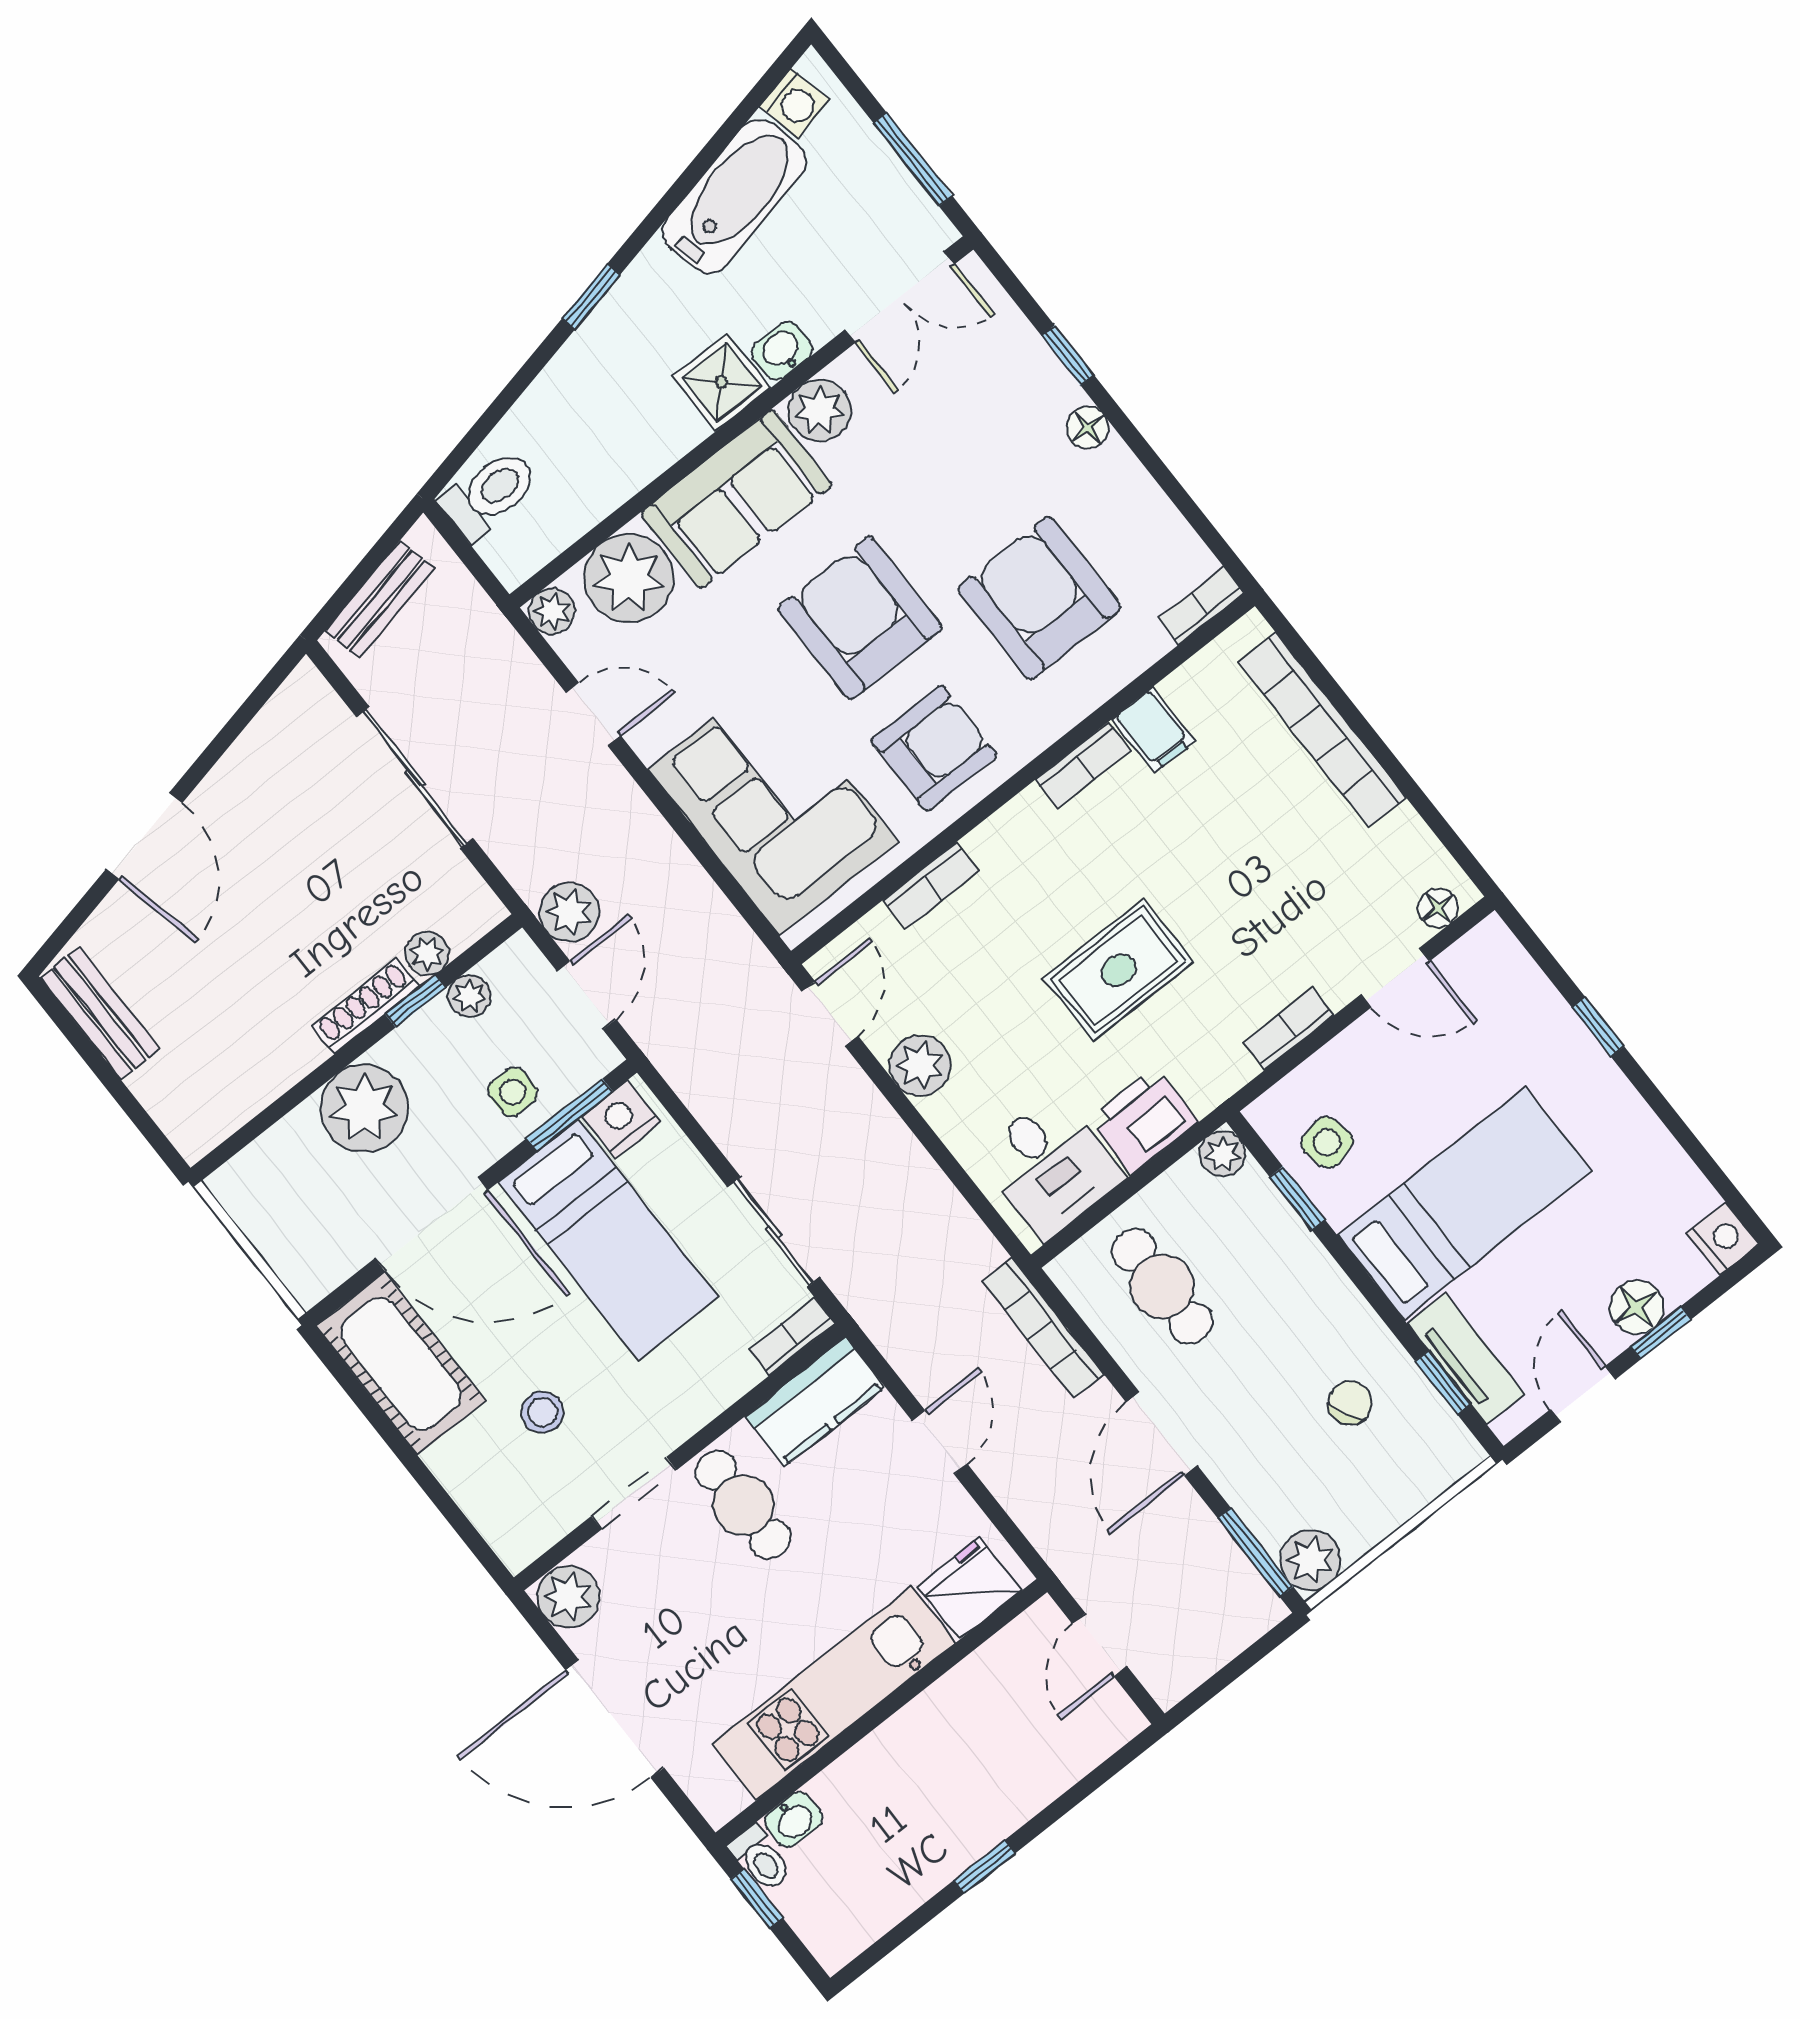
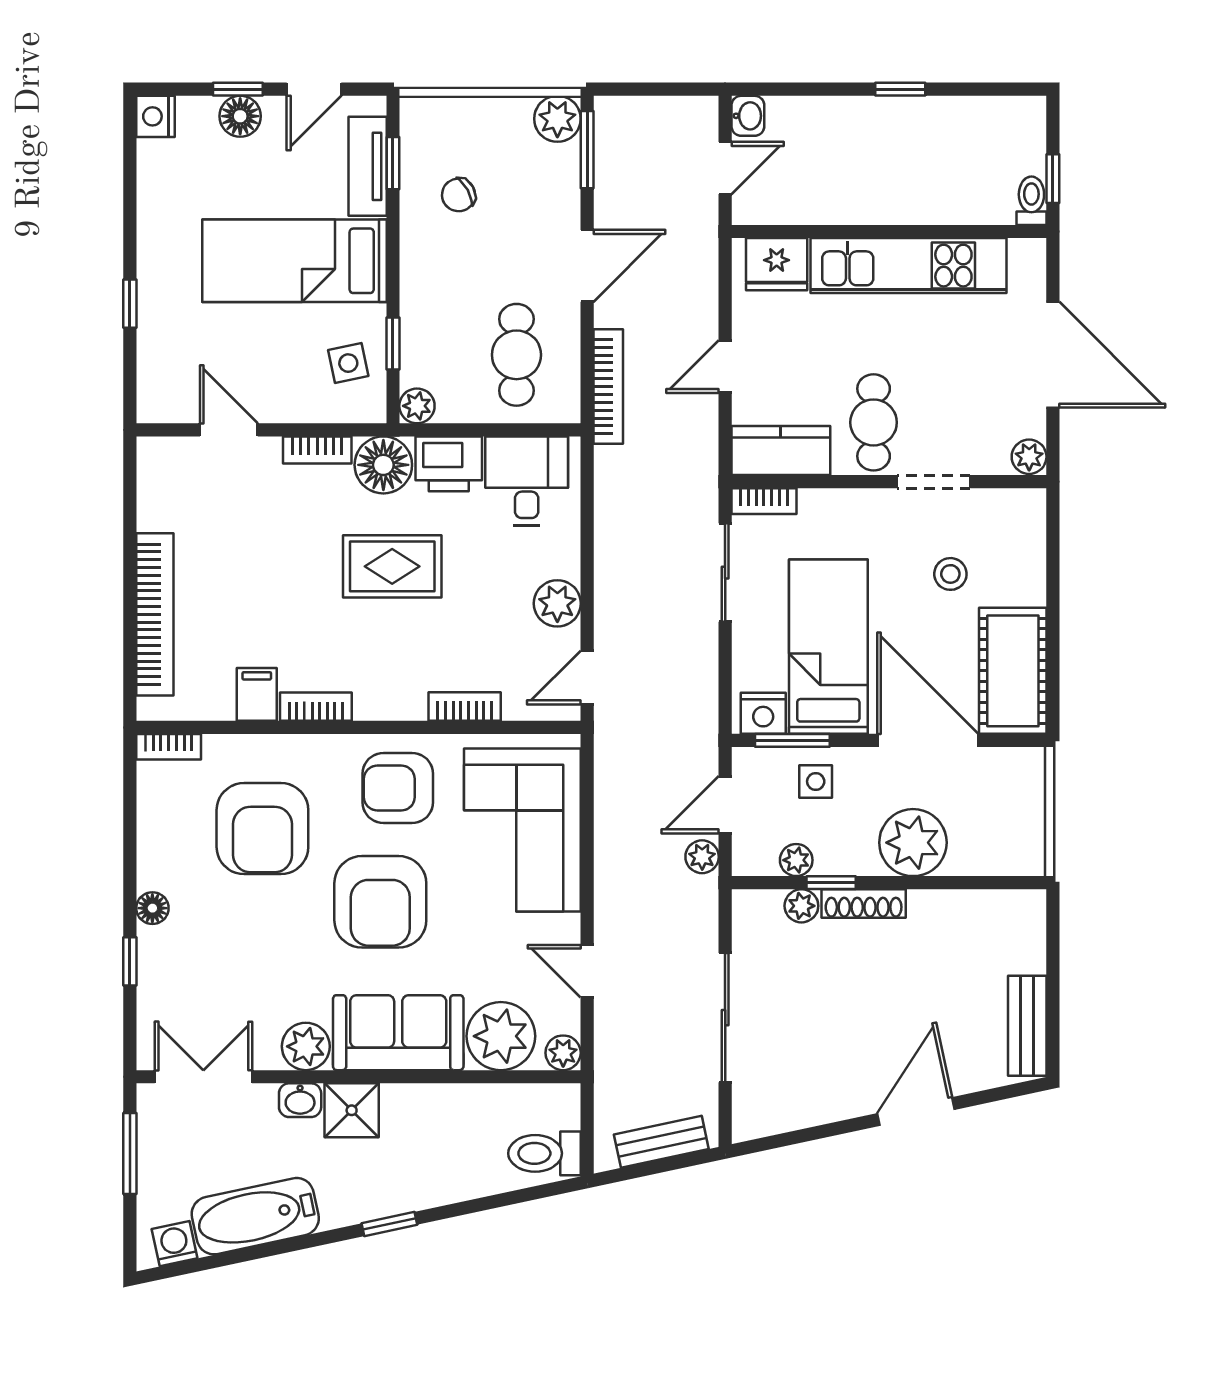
floor lamp: (1438, 908) -> (383, 465), moved, width x1.89, depth x1.89
plant: (569, 912) -> (702, 857), width x0.73, depth x0.73
plant: (569, 1597) -> (1029, 457), width x0.73, depth x0.73
washbasin: (794, 1819) -> (748, 116), moved, turned 90

